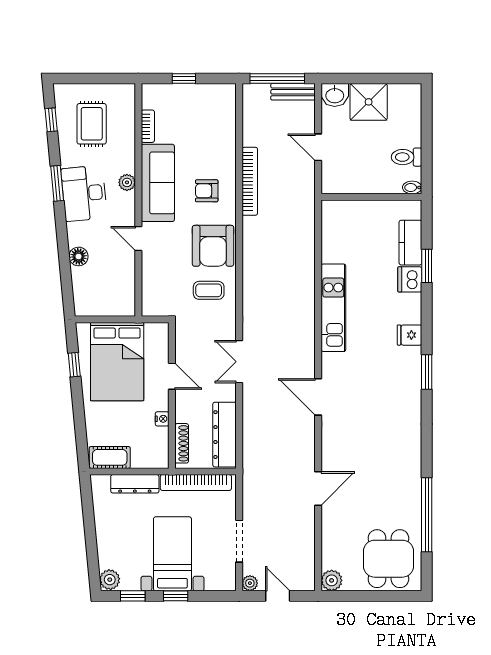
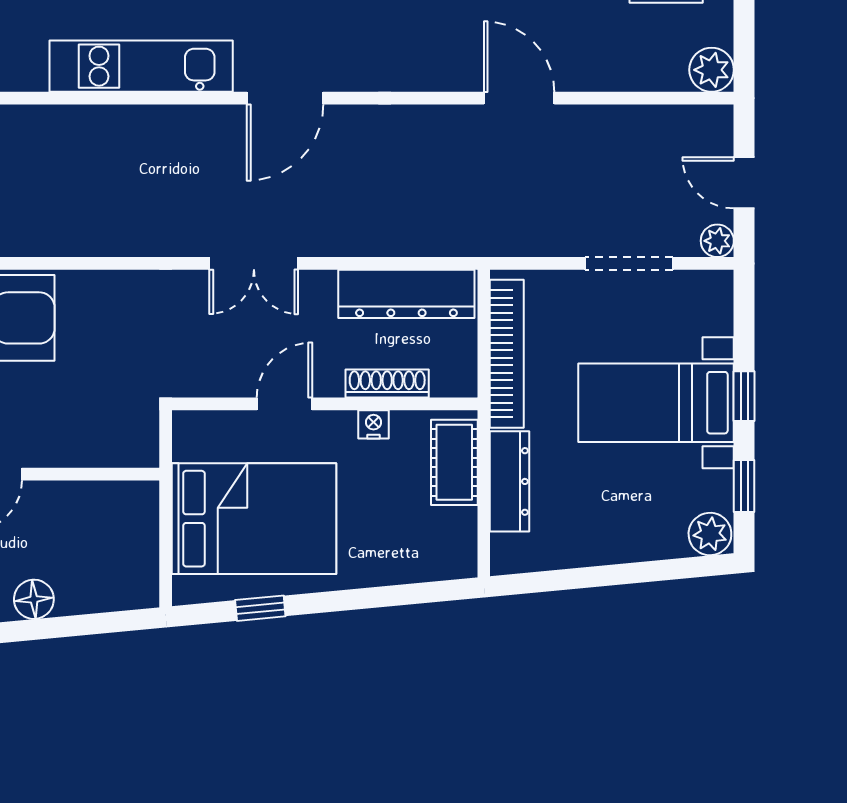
coffee table: (209, 290) -> (105, 327), removed
door: (318, 397) -> (285, 98), moved
shoe rack: (182, 443) -> (387, 384), moved
cot: (110, 457) -> (454, 462), moved
door: (278, 596) -> (744, 183), hinge flipped

